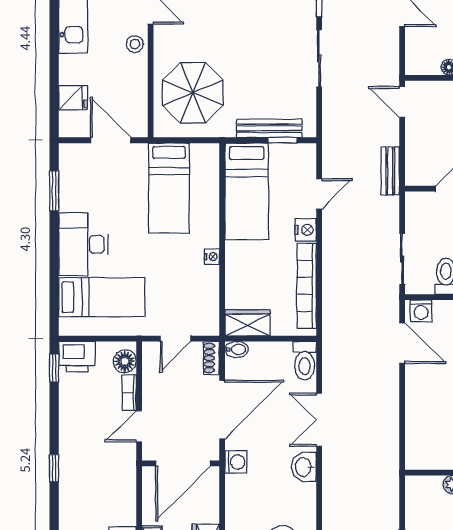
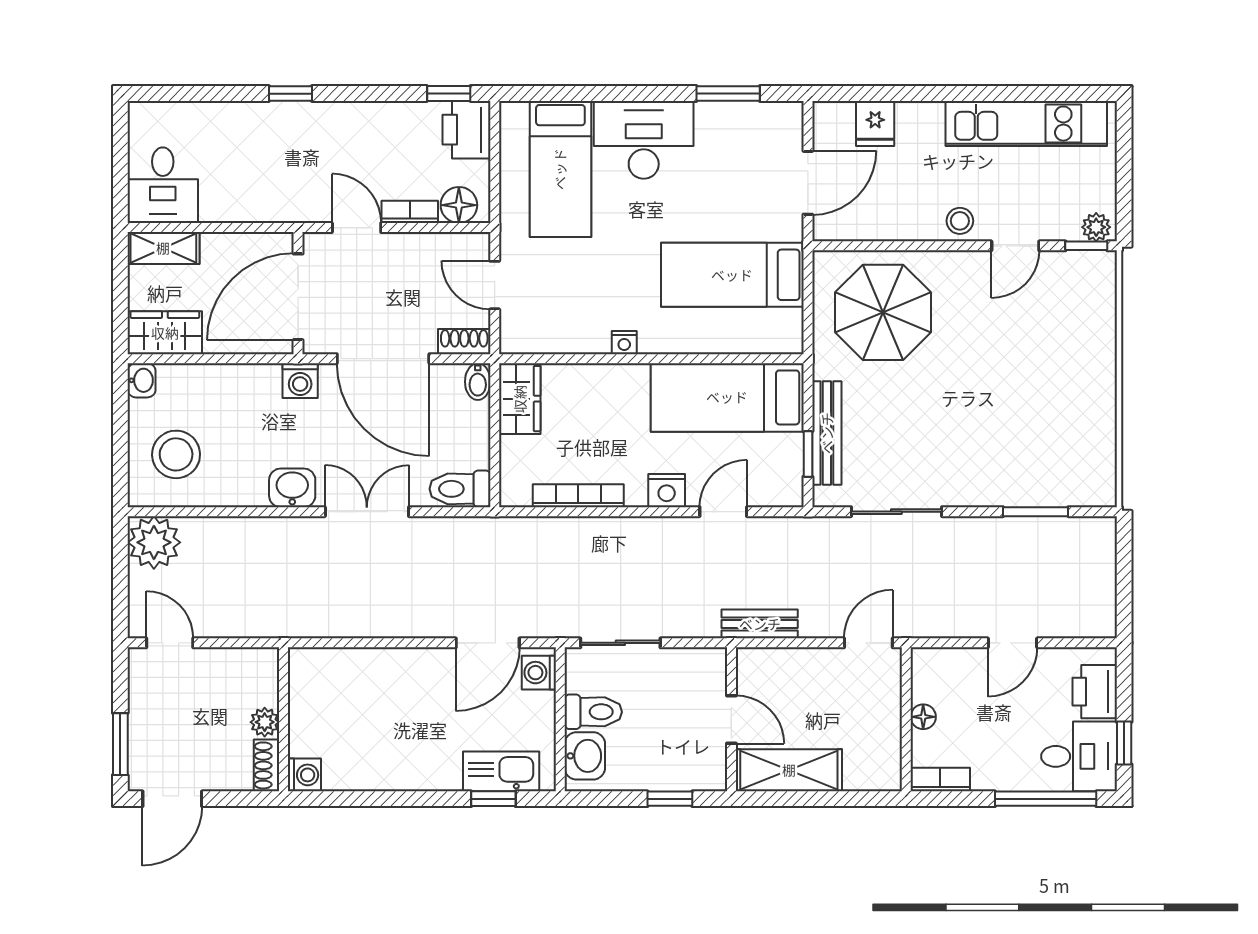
sliding door: (319, 58) -> (896, 512), moved
door: (319, 194) -> (723, 512), swing flipped
bookcase: (307, 286) -> (578, 496), width x0.68, depth x0.76
door: (183, 463) -> (298, 297), hinge flipped

